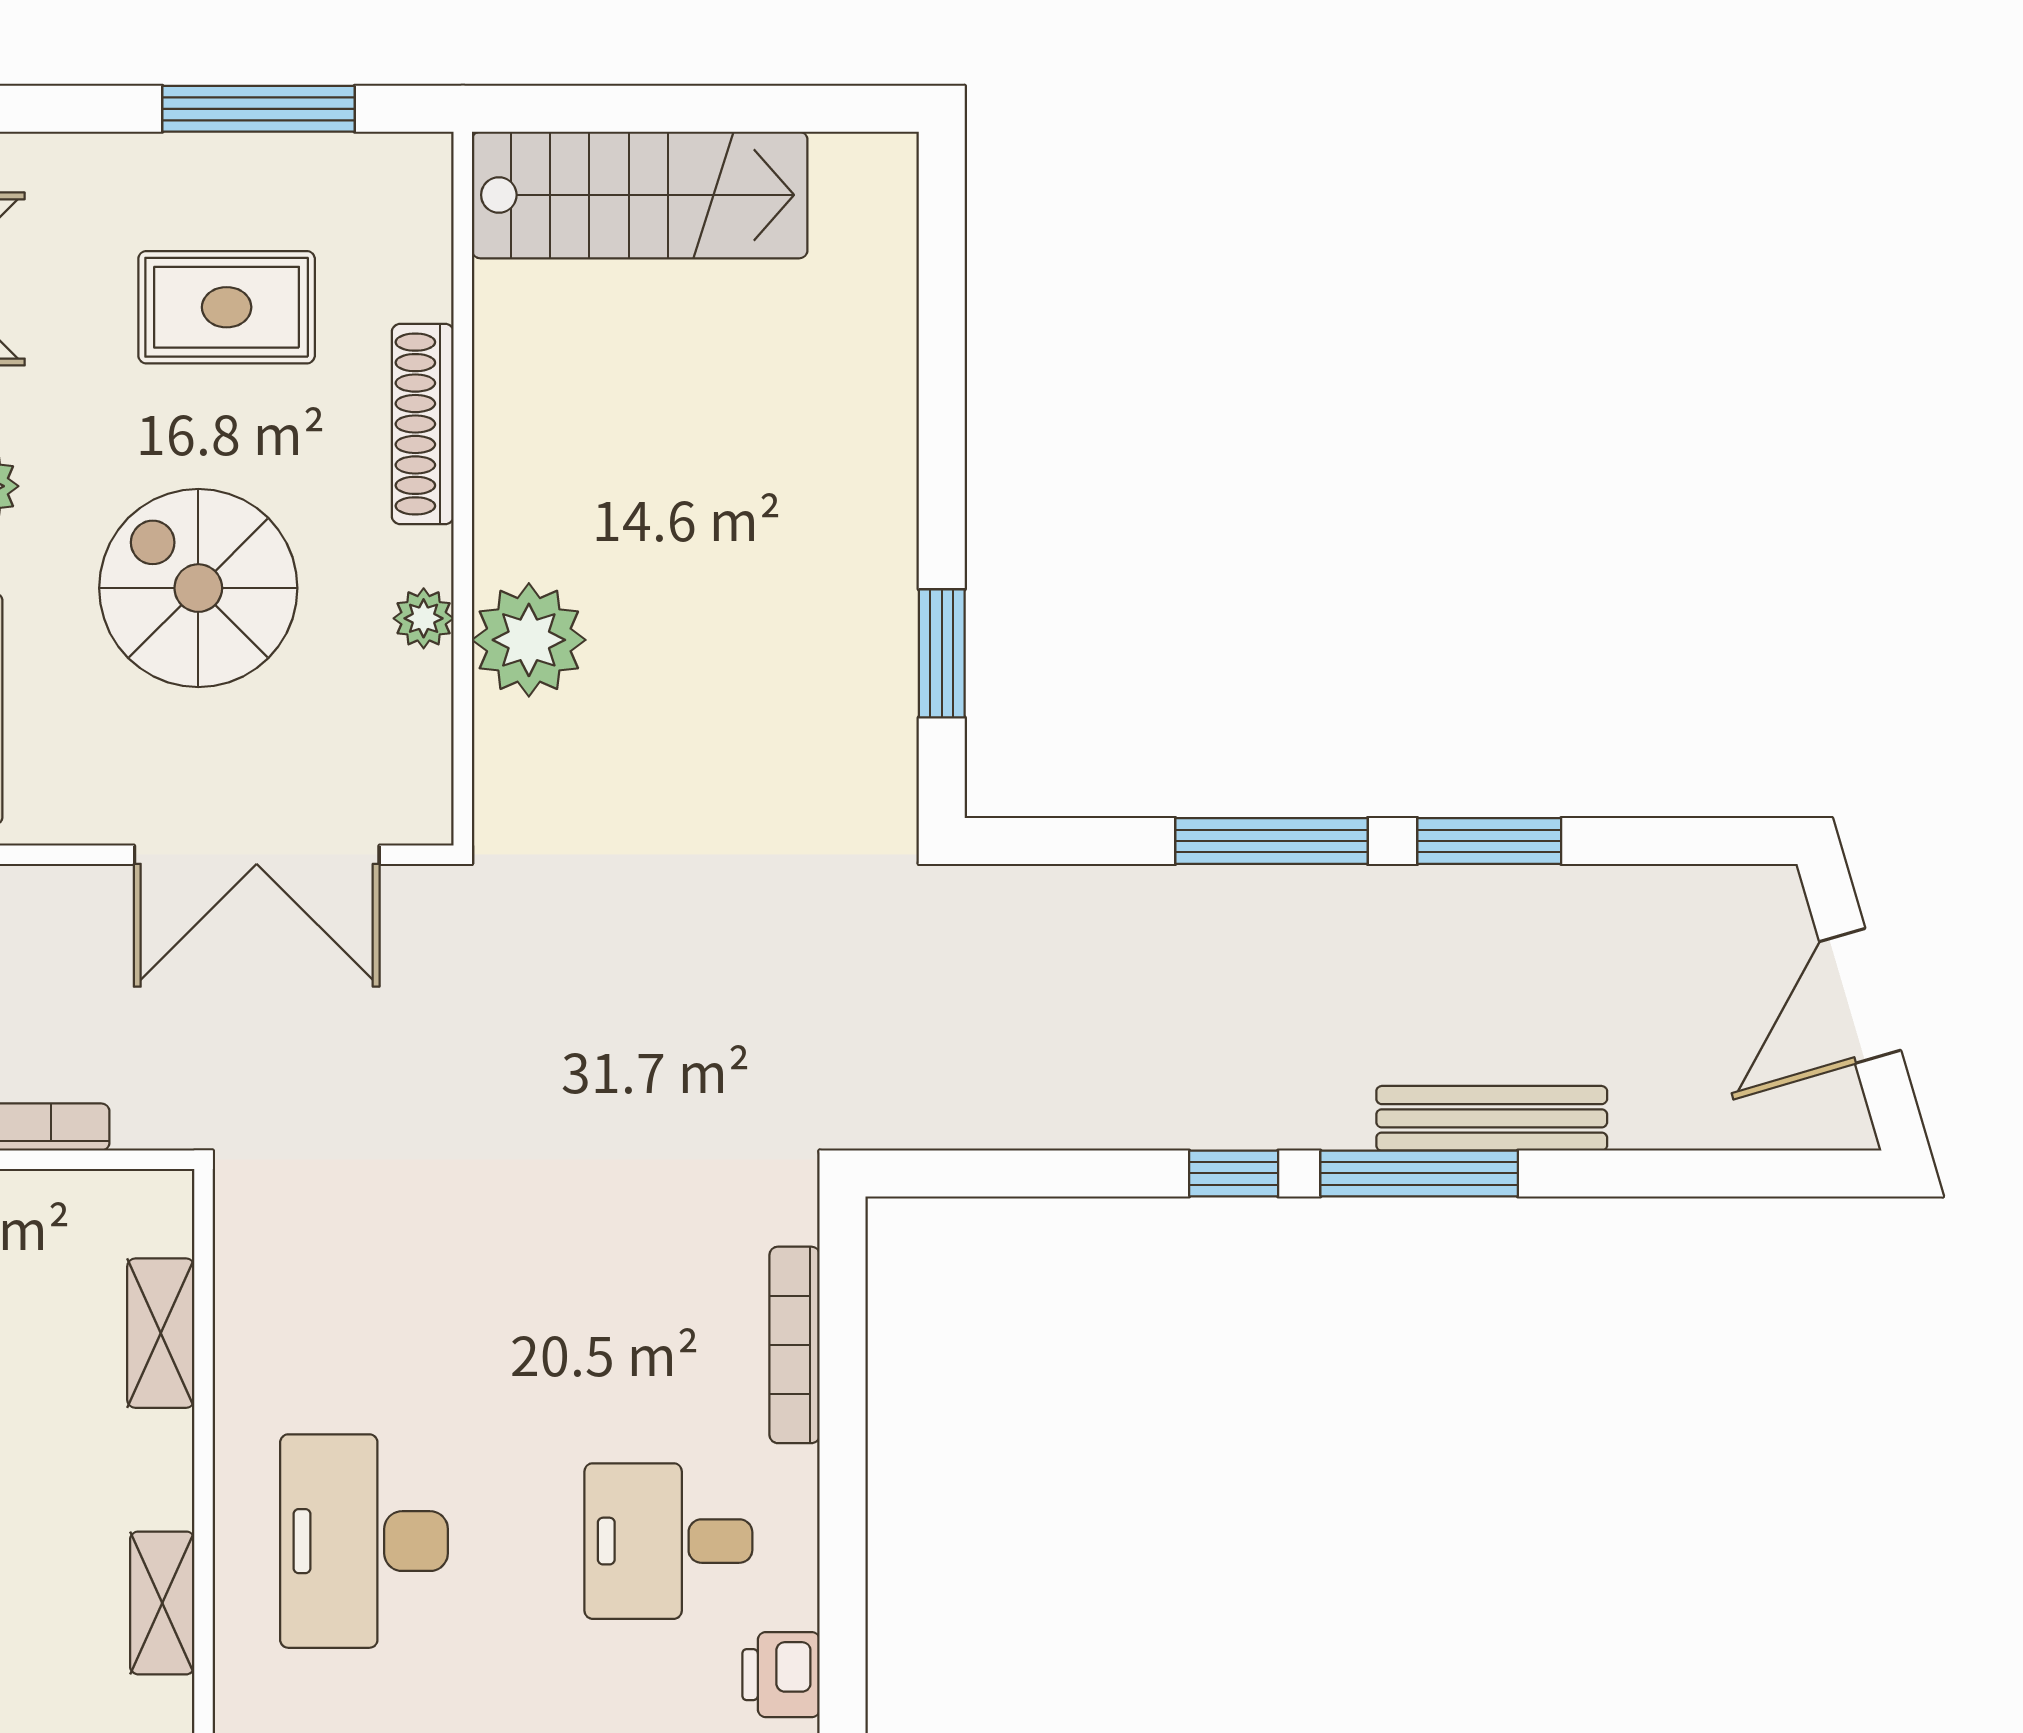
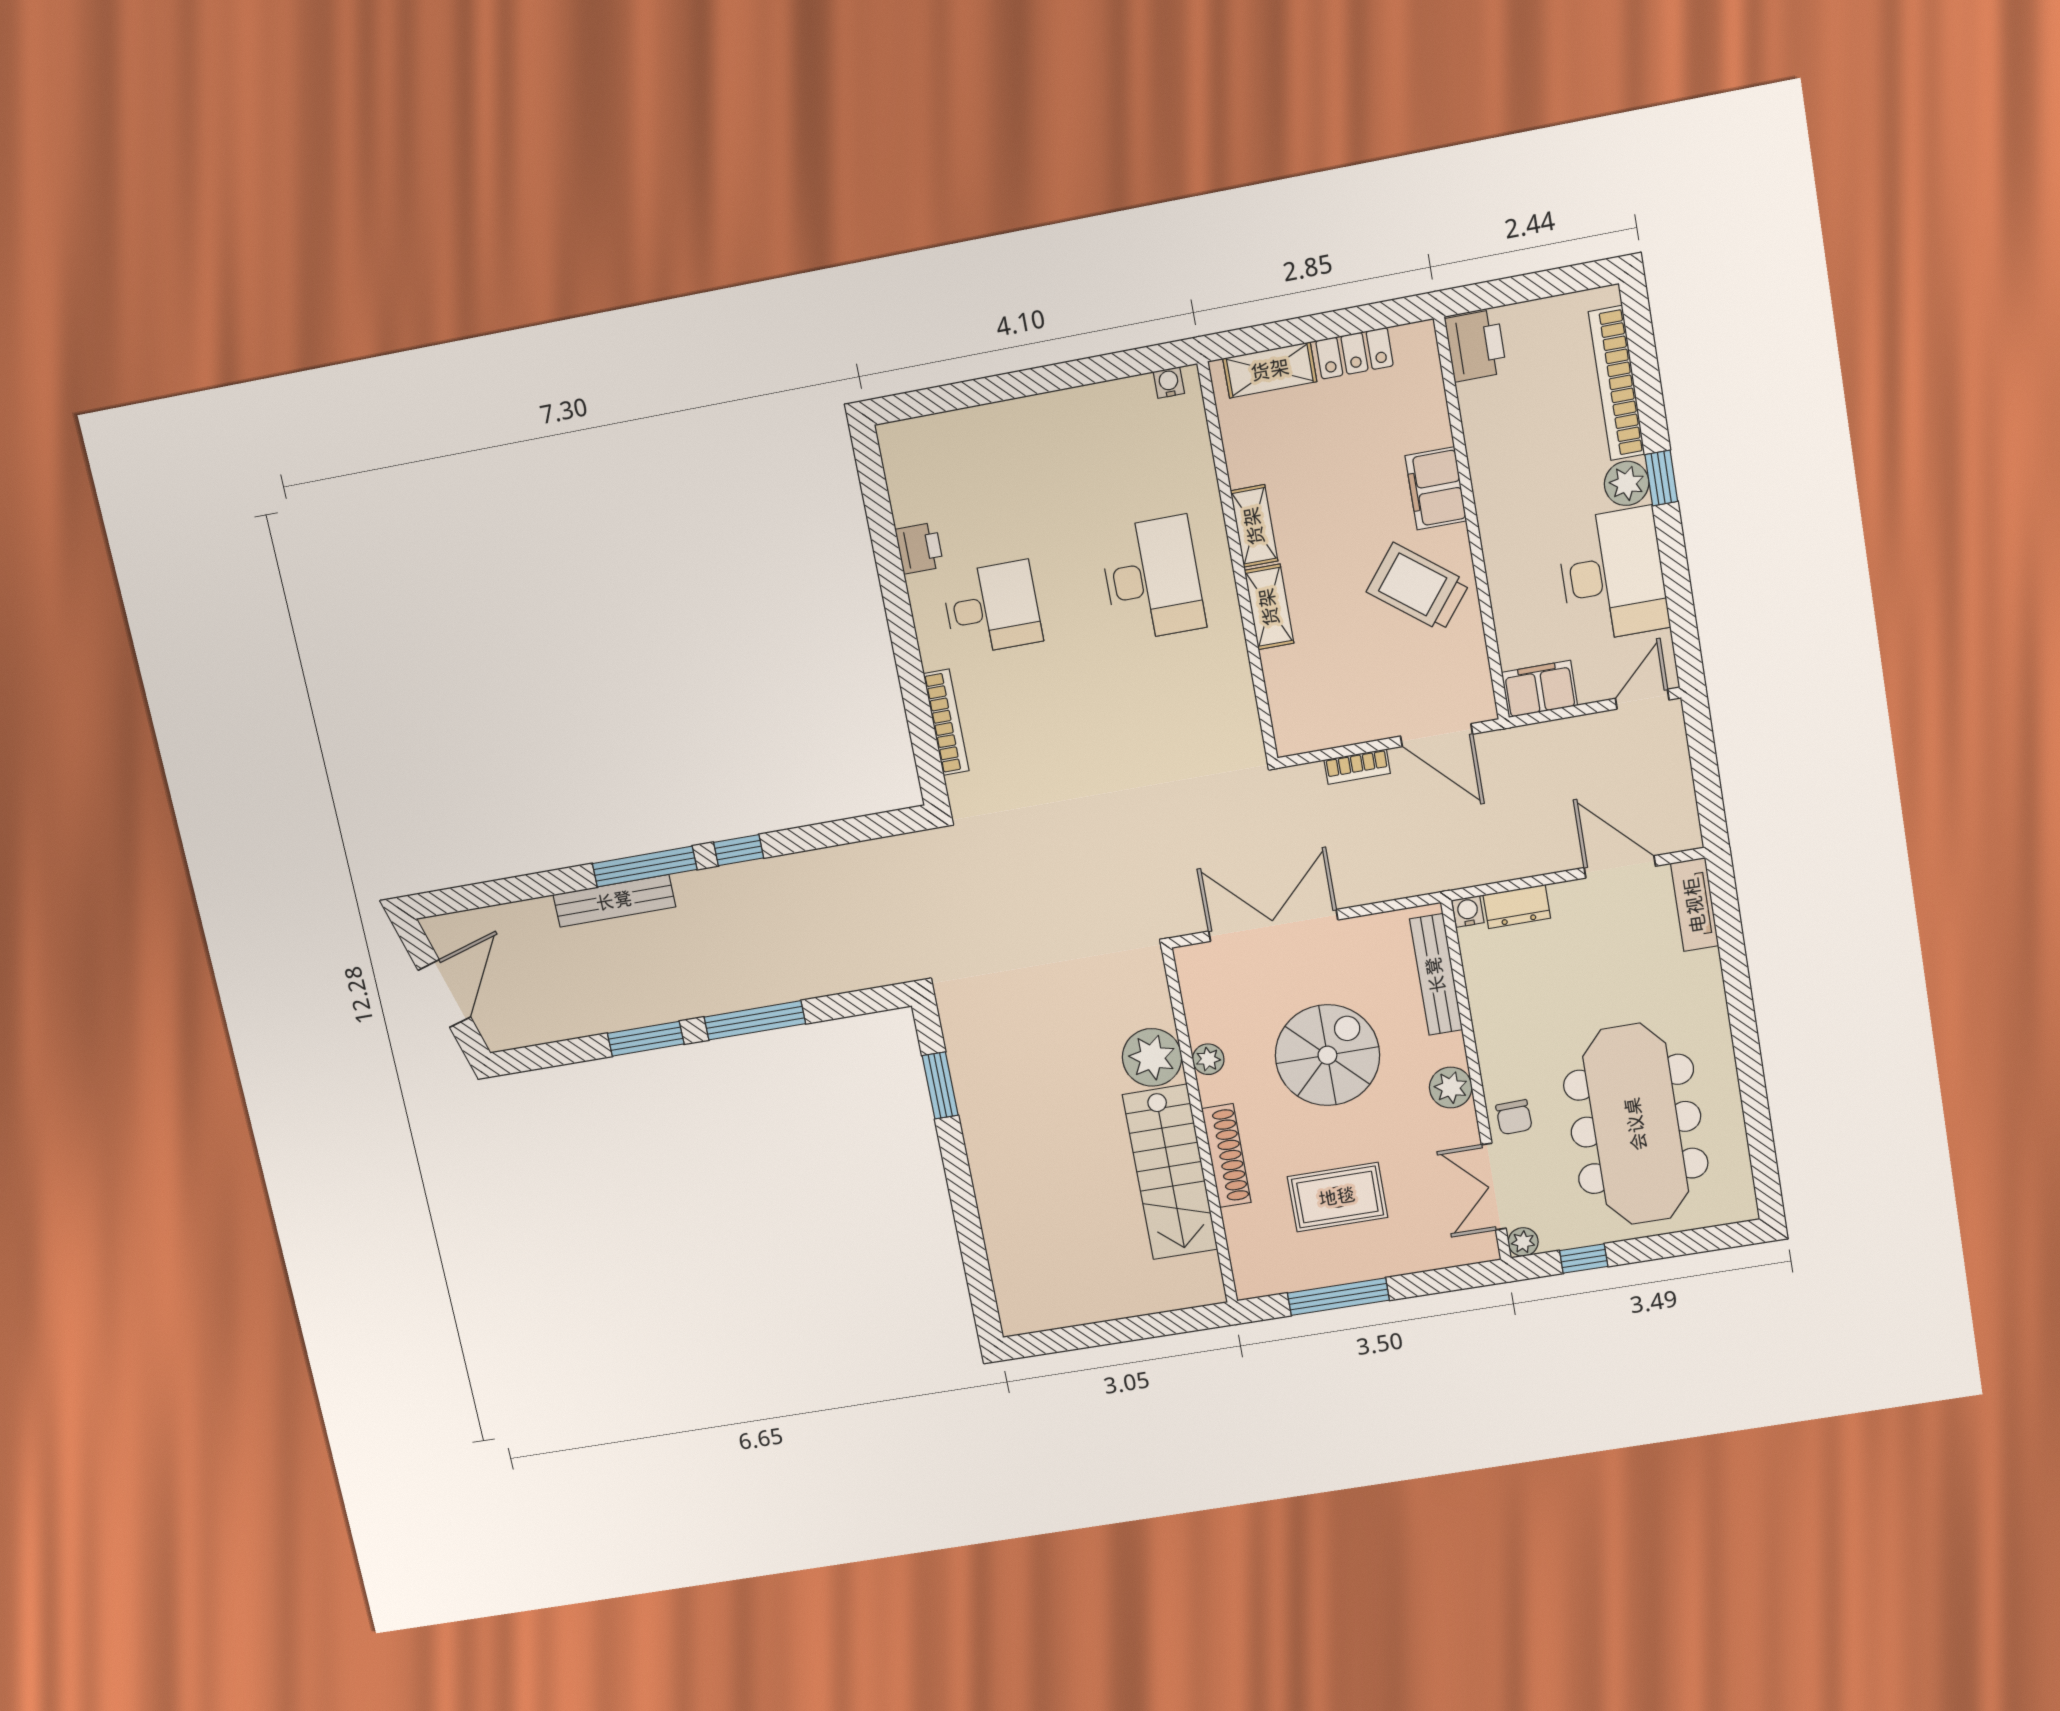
stairs: (640, 195) -> (1170, 1172), moved, turned -90
spiral stairs: (198, 588) -> (1327, 1055), turned -90
shelving: (161, 1333) -> (1269, 607), moved

